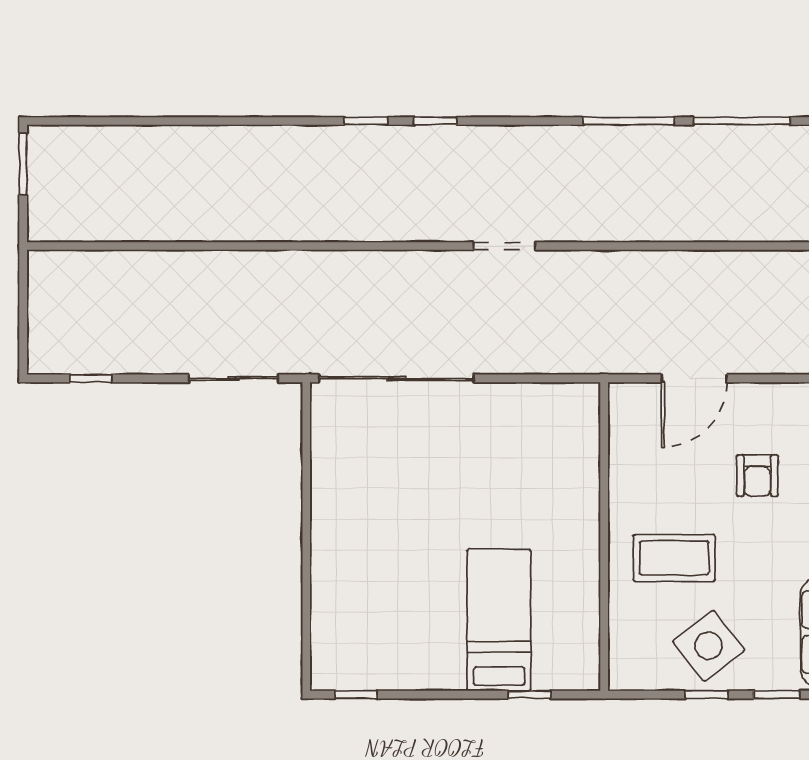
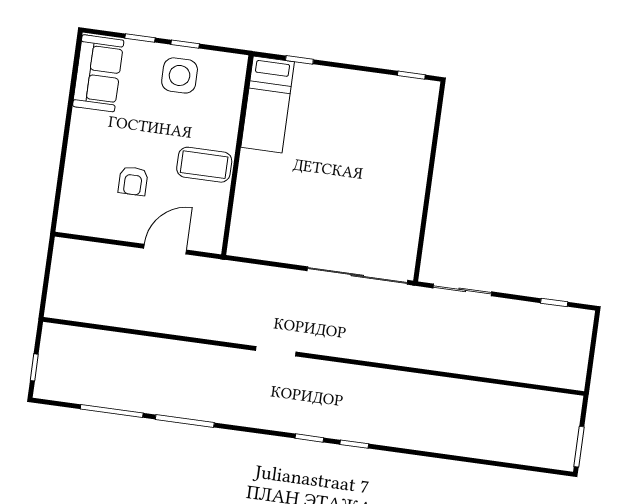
armchair: (757, 476) -> (133, 181), turned 180
coffee table: (674, 558) -> (204, 165), moved
bed: (499, 620) -> (268, 104), moved
side table: (709, 646) -> (180, 75), turned 38

